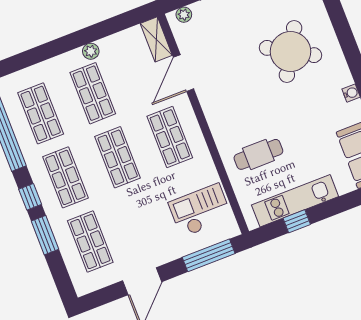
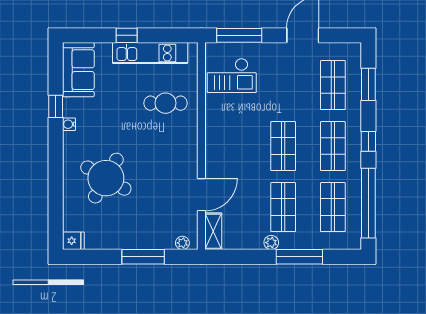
window: (56, 48) -> (299, 257), added
shop shelf: (170, 137) -> (233, 146), removed
window: (297, 221) -> (127, 35), moved
window: (45, 235) -> (368, 84), moved

